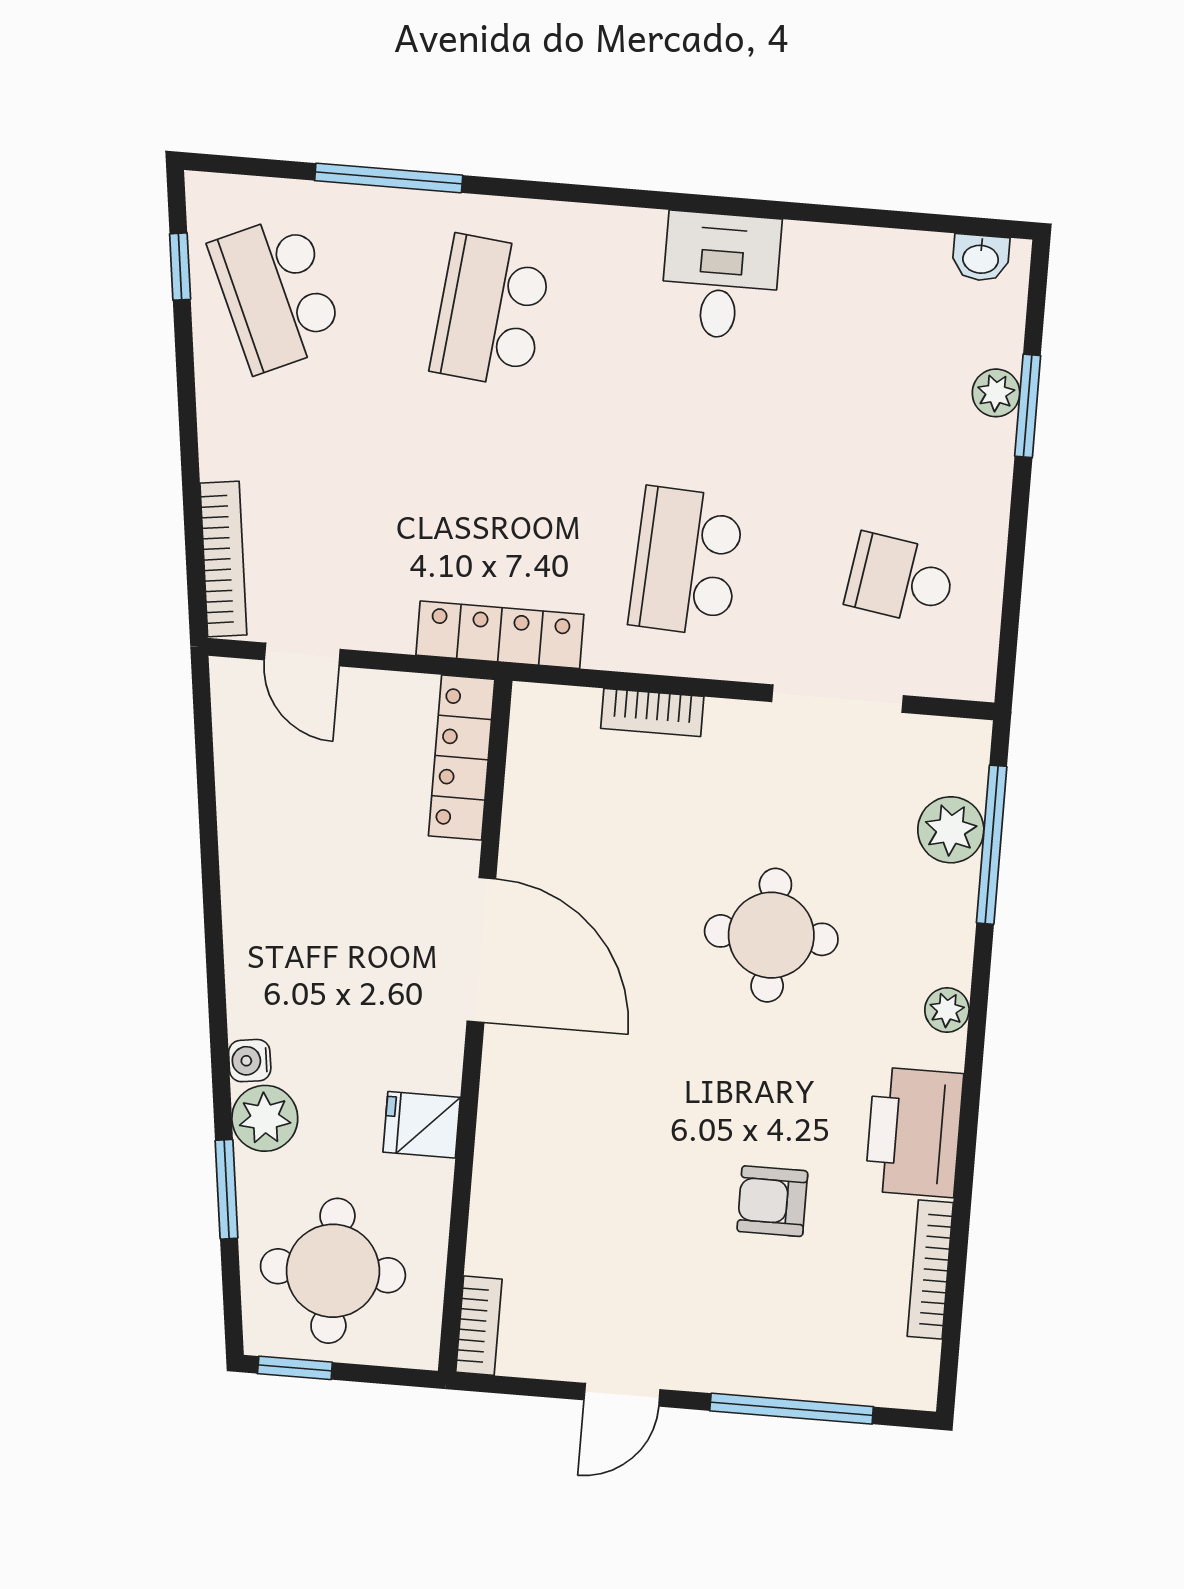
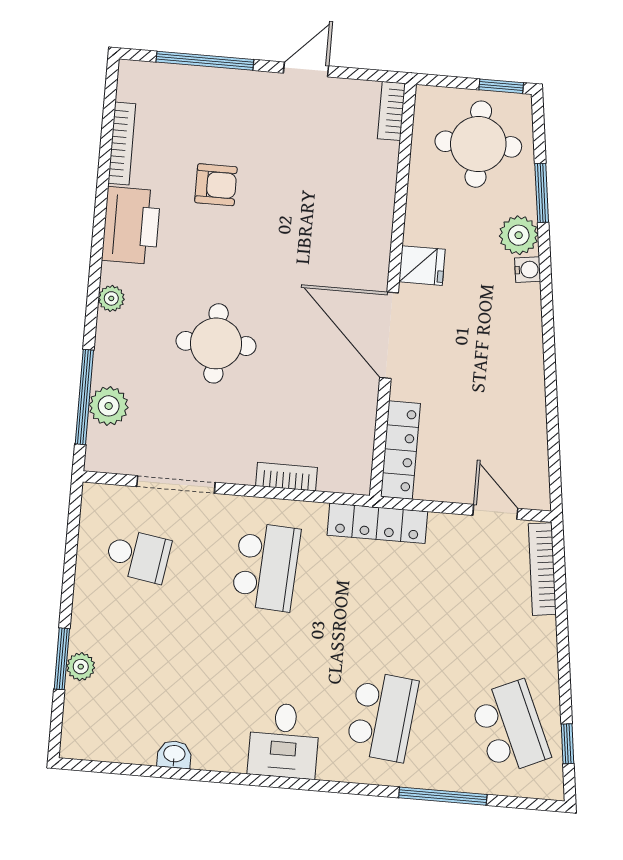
washbasin: (981, 258) -> (174, 754), moved
desk: (721, 276) -> (284, 741), moved
fridge: (422, 1125) -> (422, 266), moved

